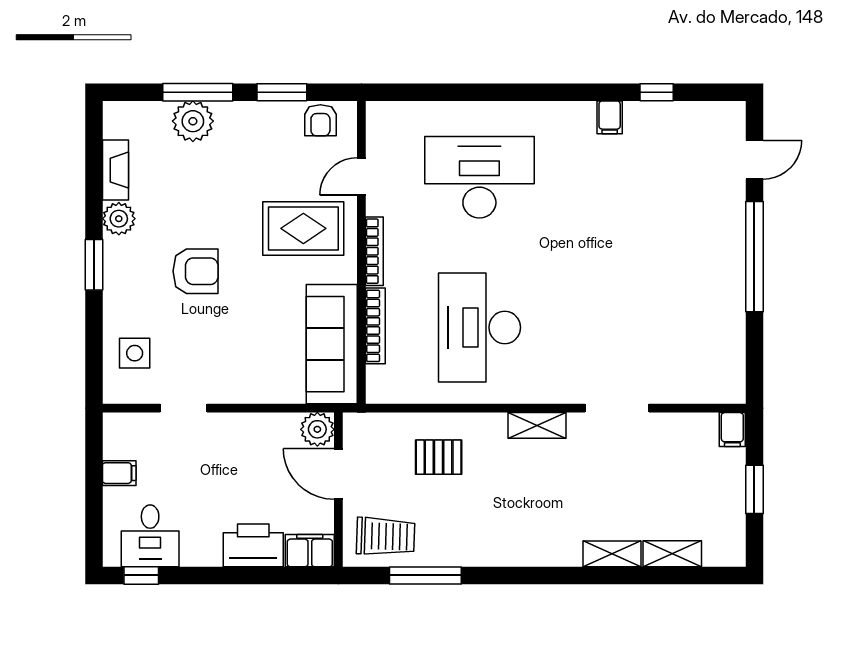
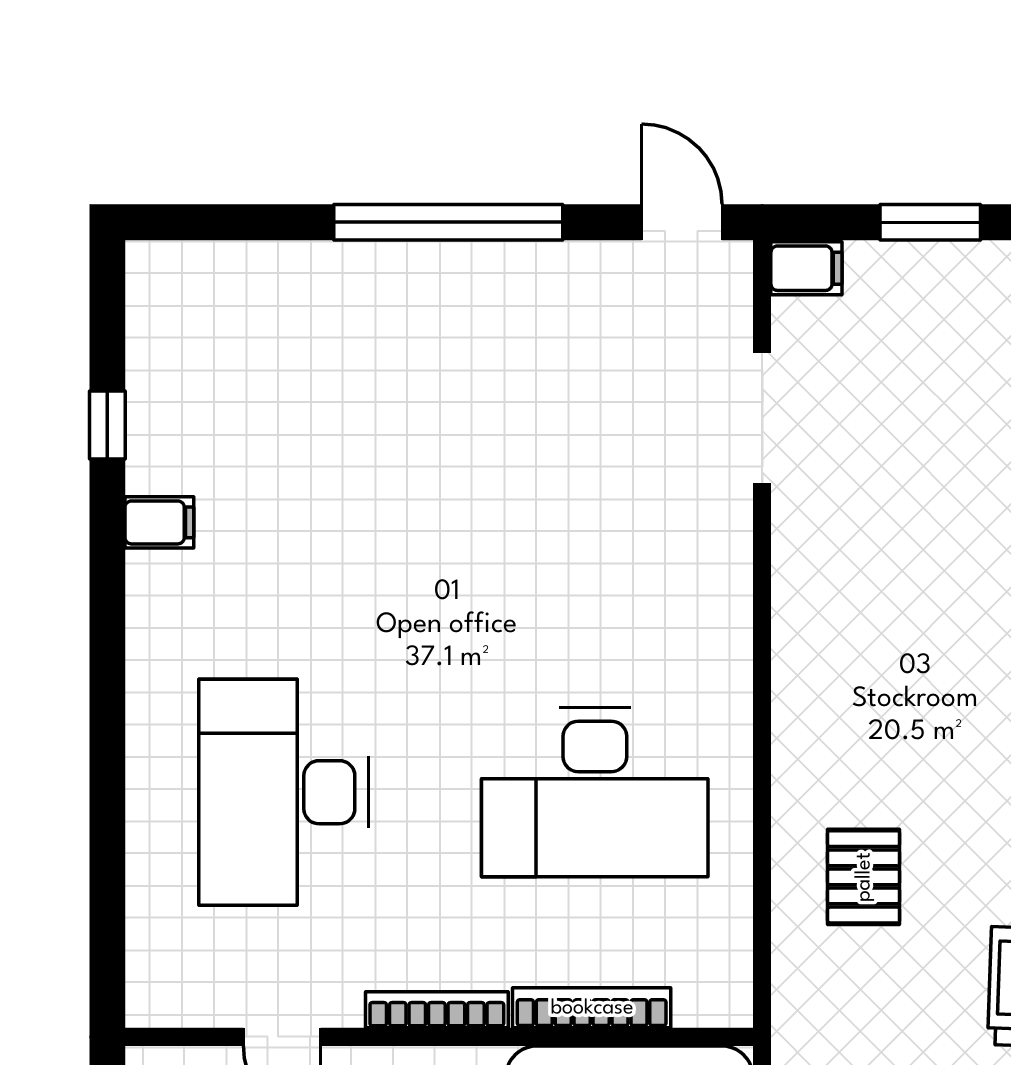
door: (754, 160) -> (682, 222), moved
doorway: (617, 408) -> (762, 418), moved
shelving: (537, 425) -> (798, 673), removed

